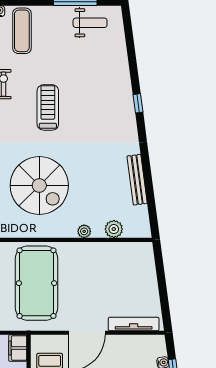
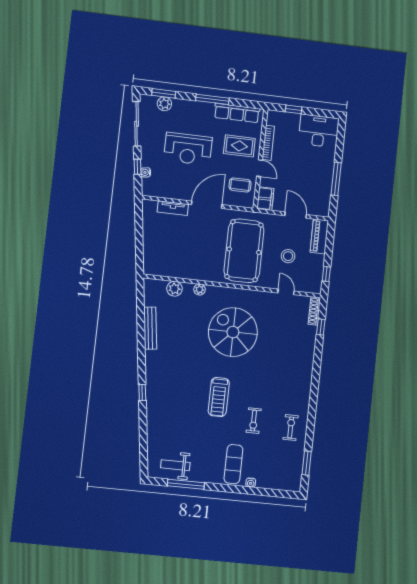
tv unit: (134, 324) -> (173, 208), width x0.71

